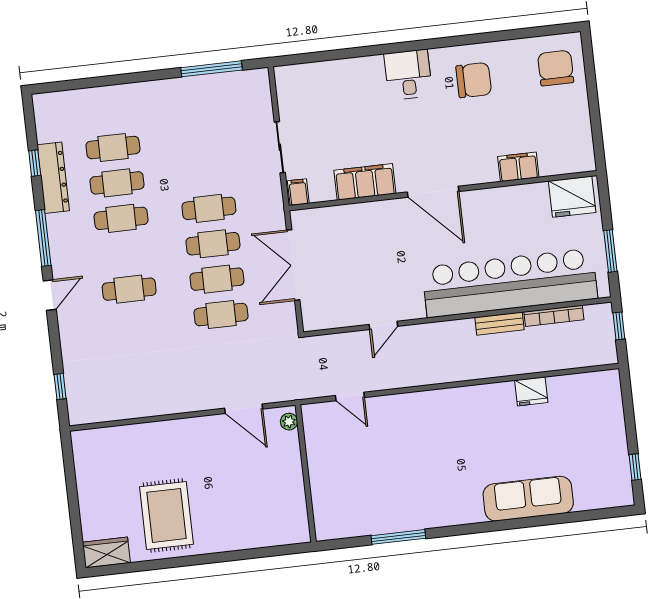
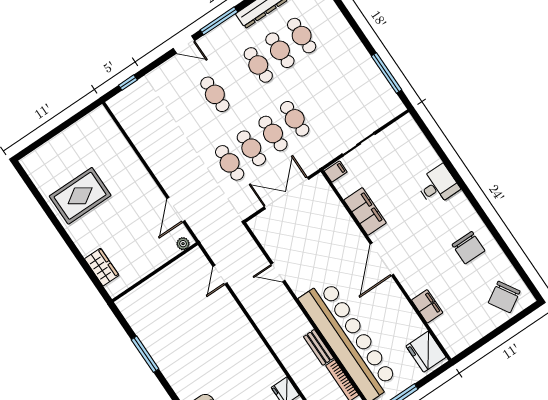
chair: (556, 68) -> (504, 297), turned 149
desk: (408, 75) -> (438, 186), moved
wardrobe: (106, 553) -> (102, 267), moved

